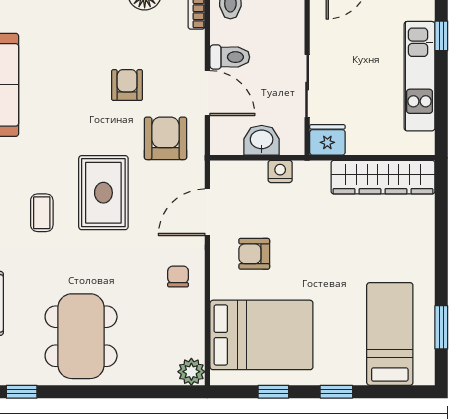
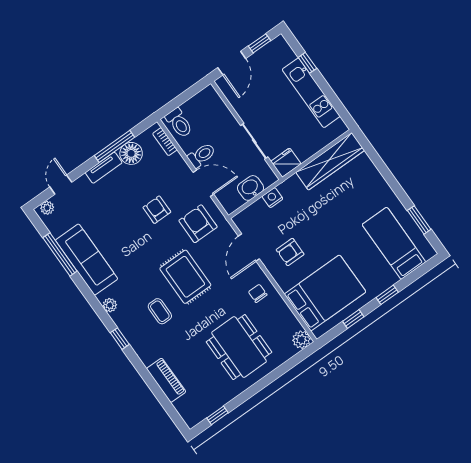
dining table: (81, 336) -> (239, 347), moved

